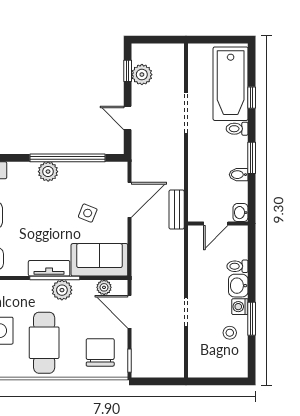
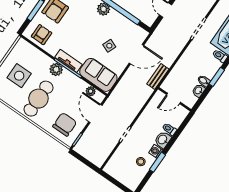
washbasin: (241, 213) -> (198, 91), moved
plant: (62, 290) -> (56, 69), moved

